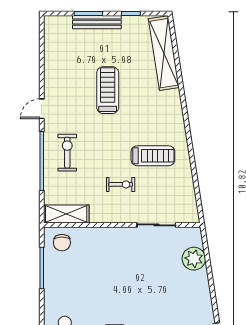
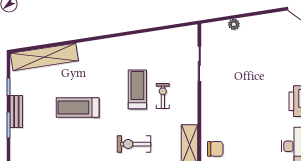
bench: (97, 22) -> (16, 112), width x0.73
treadmill: (153, 156) -> (137, 89), moved
plant: (194, 259) -> (234, 24), width x0.53, depth x0.53

